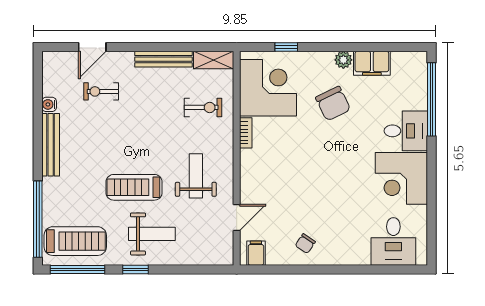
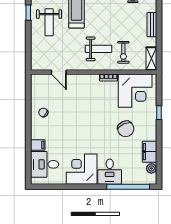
window: (286, 47) -> (159, 113), moved
bench: (164, 59) -> (152, 25), width x0.73
plant: (343, 60) -> (151, 168), moved
chair: (333, 104) -> (126, 129), turned -89
weight bench: (196, 176) -> (98, 49), moved
filing cabinet: (256, 253) -> (38, 145), moved

